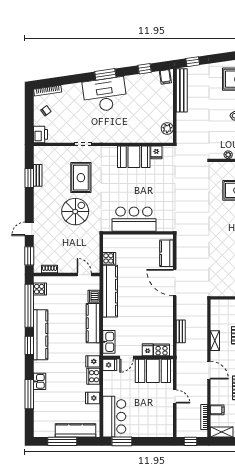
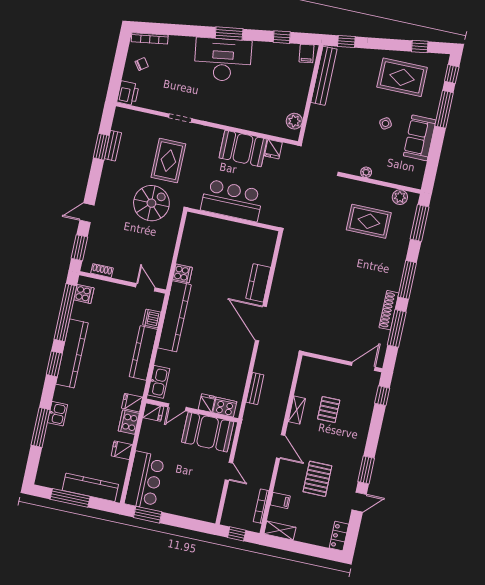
bar counter: (134, 219) -> (232, 200), moved
wall: (138, 233) -> (233, 219), moved

